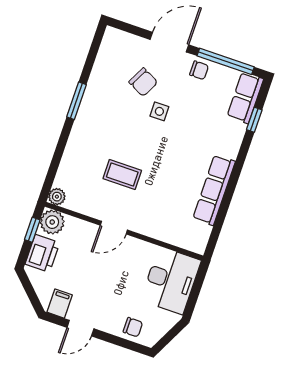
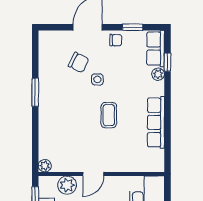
window: (226, 61) -> (133, 27), width x0.46
plant: (237, 131) -> (158, 74), added
coffee table: (122, 175) -> (109, 115), moved, turned 90
plant: (52, 222) -> (67, 185), moved

